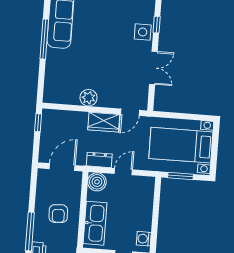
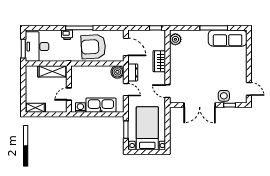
double door: (153, 68) -> (200, 105), width x1.37
plant: (89, 98) -> (175, 39), moved
wardrobe: (104, 122) -> (159, 61), moved
armchair: (58, 214) -> (93, 47), width x1.88, depth x1.88
kitchen sink: (95, 223) -> (101, 105), moved, turned 180

